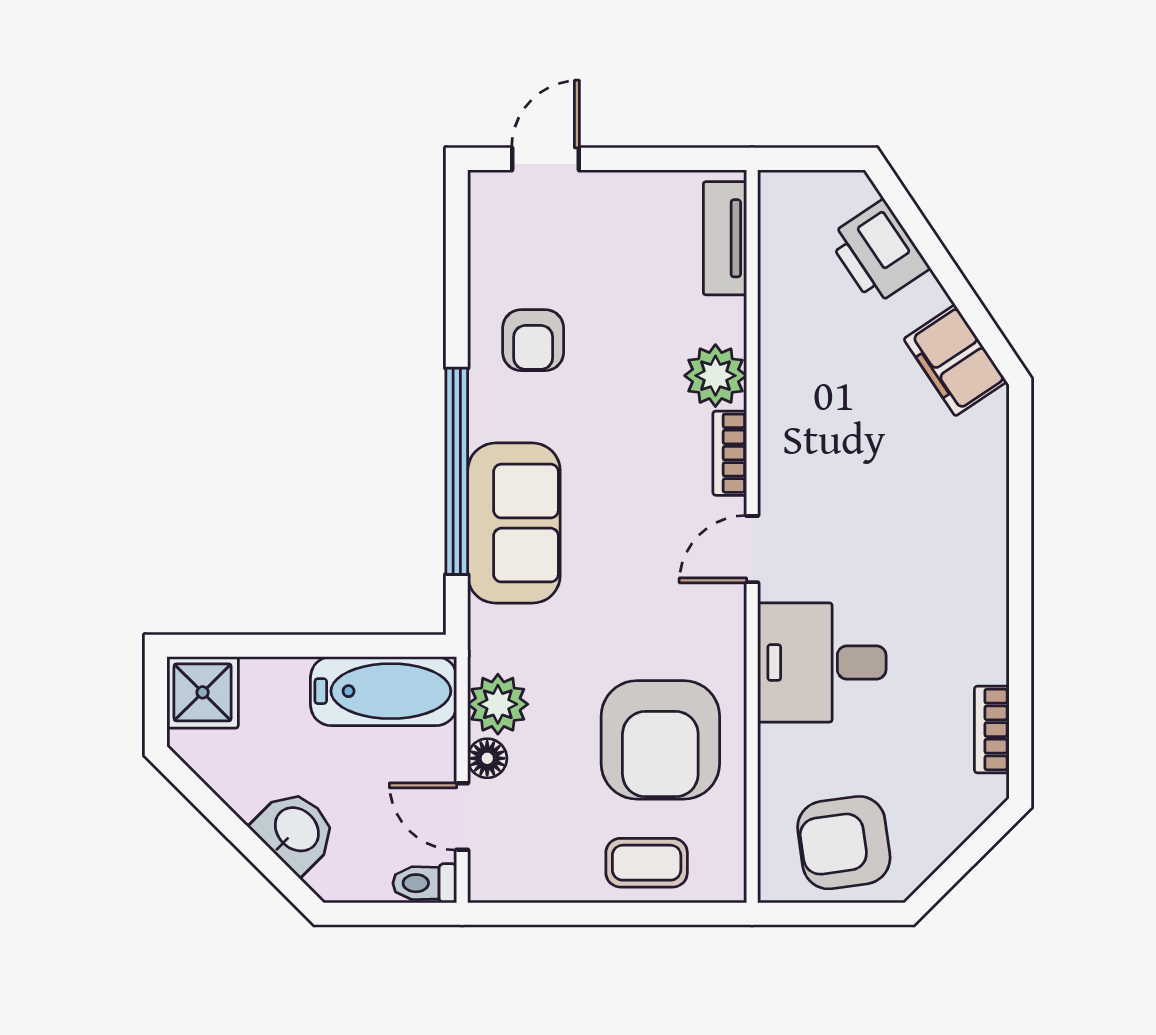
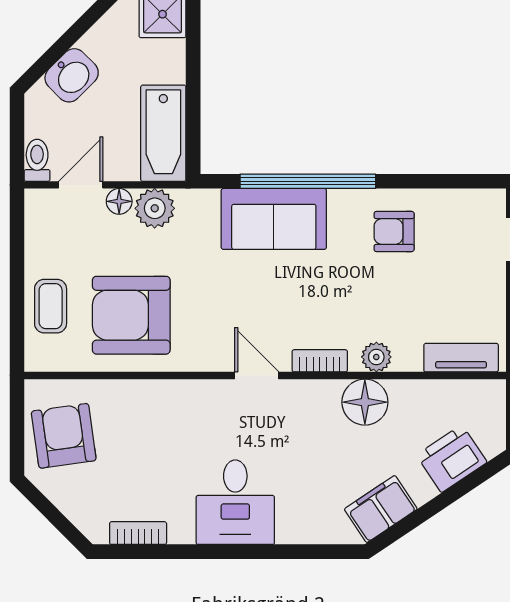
plant: (715, 376) -> (376, 357), width x0.73, depth x0.73
floor lamp: (793, 385) -> (365, 402), added
desk: (822, 662) -> (235, 502), moved, turned 180

